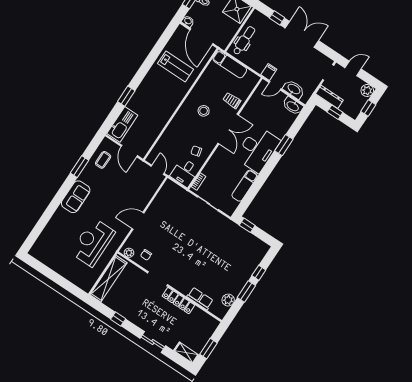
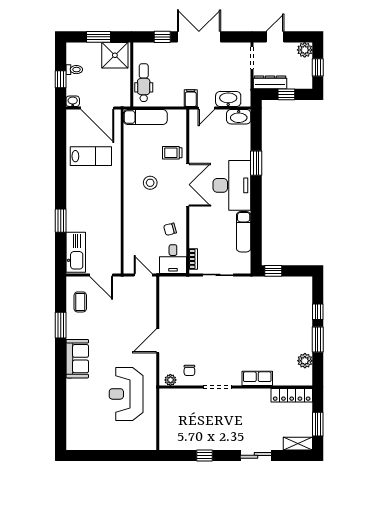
shelving: (108, 279) -> (167, 421), removed
row of seats: (200, 299) -> (257, 378), moved
locker: (178, 301) -> (292, 395), moved

